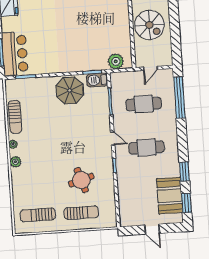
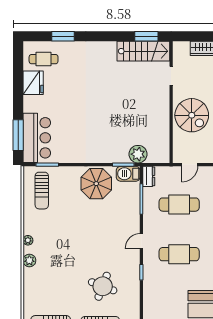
plant: (116, 61) -> (138, 154), moved
dresser: (115, 81) -> (149, 176), added
sun lounger: (15, 117) -> (42, 191), moved
door: (113, 138) -> (141, 241), swing flipped
round table: (81, 180) -> (103, 286), turned 38

